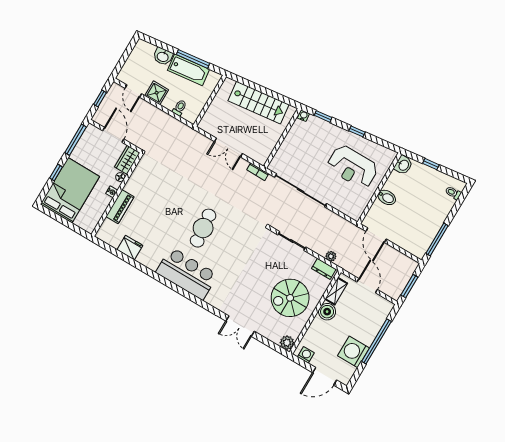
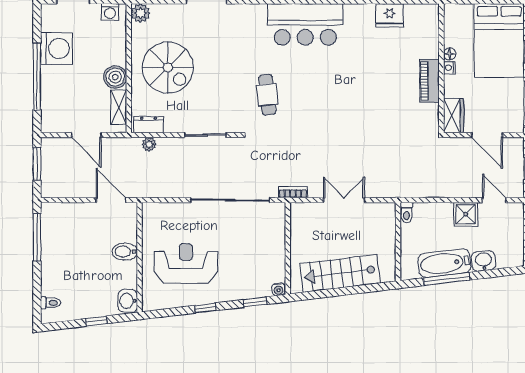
toilet: (180, 108) -> (407, 213), moved
floor lamp: (120, 177) -> (450, 54), moved
piano: (120, 207) -> (430, 81), moved
cafe table: (203, 228) -> (267, 95), moved, width x0.73, depth x0.74
spiral stairs: (290, 298) -> (168, 67), turned 90

